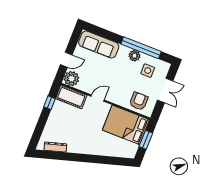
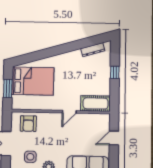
plant: (71, 79) -> (102, 121), removed
window: (49, 103) -> (115, 72), moved
bed: (126, 125) -> (33, 81), moved

